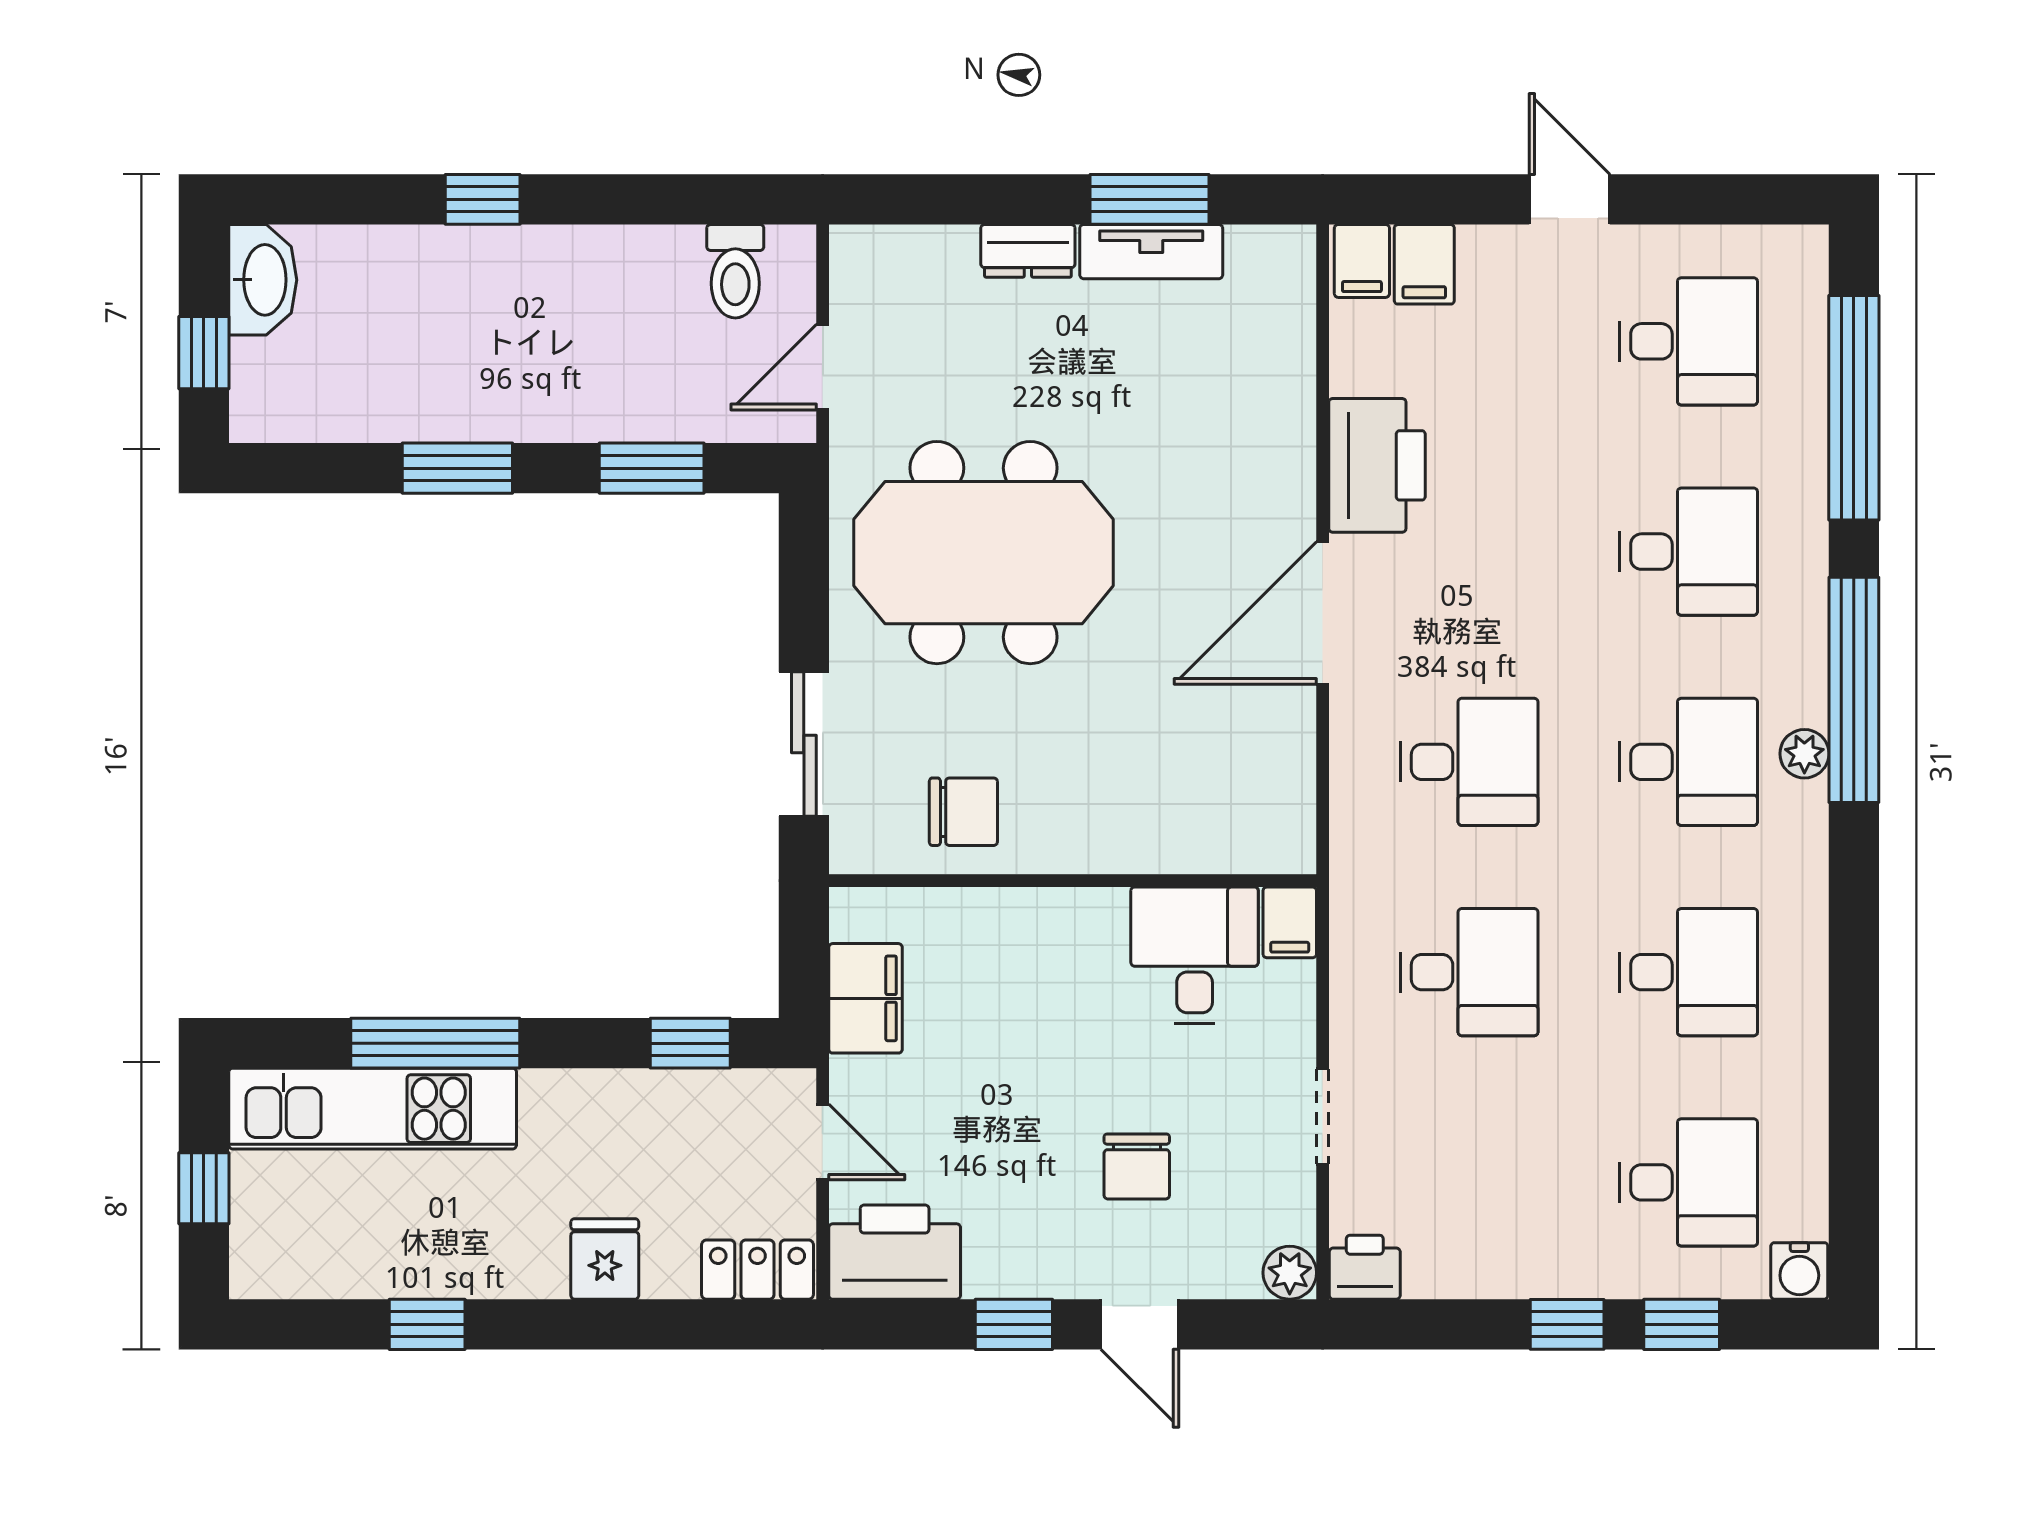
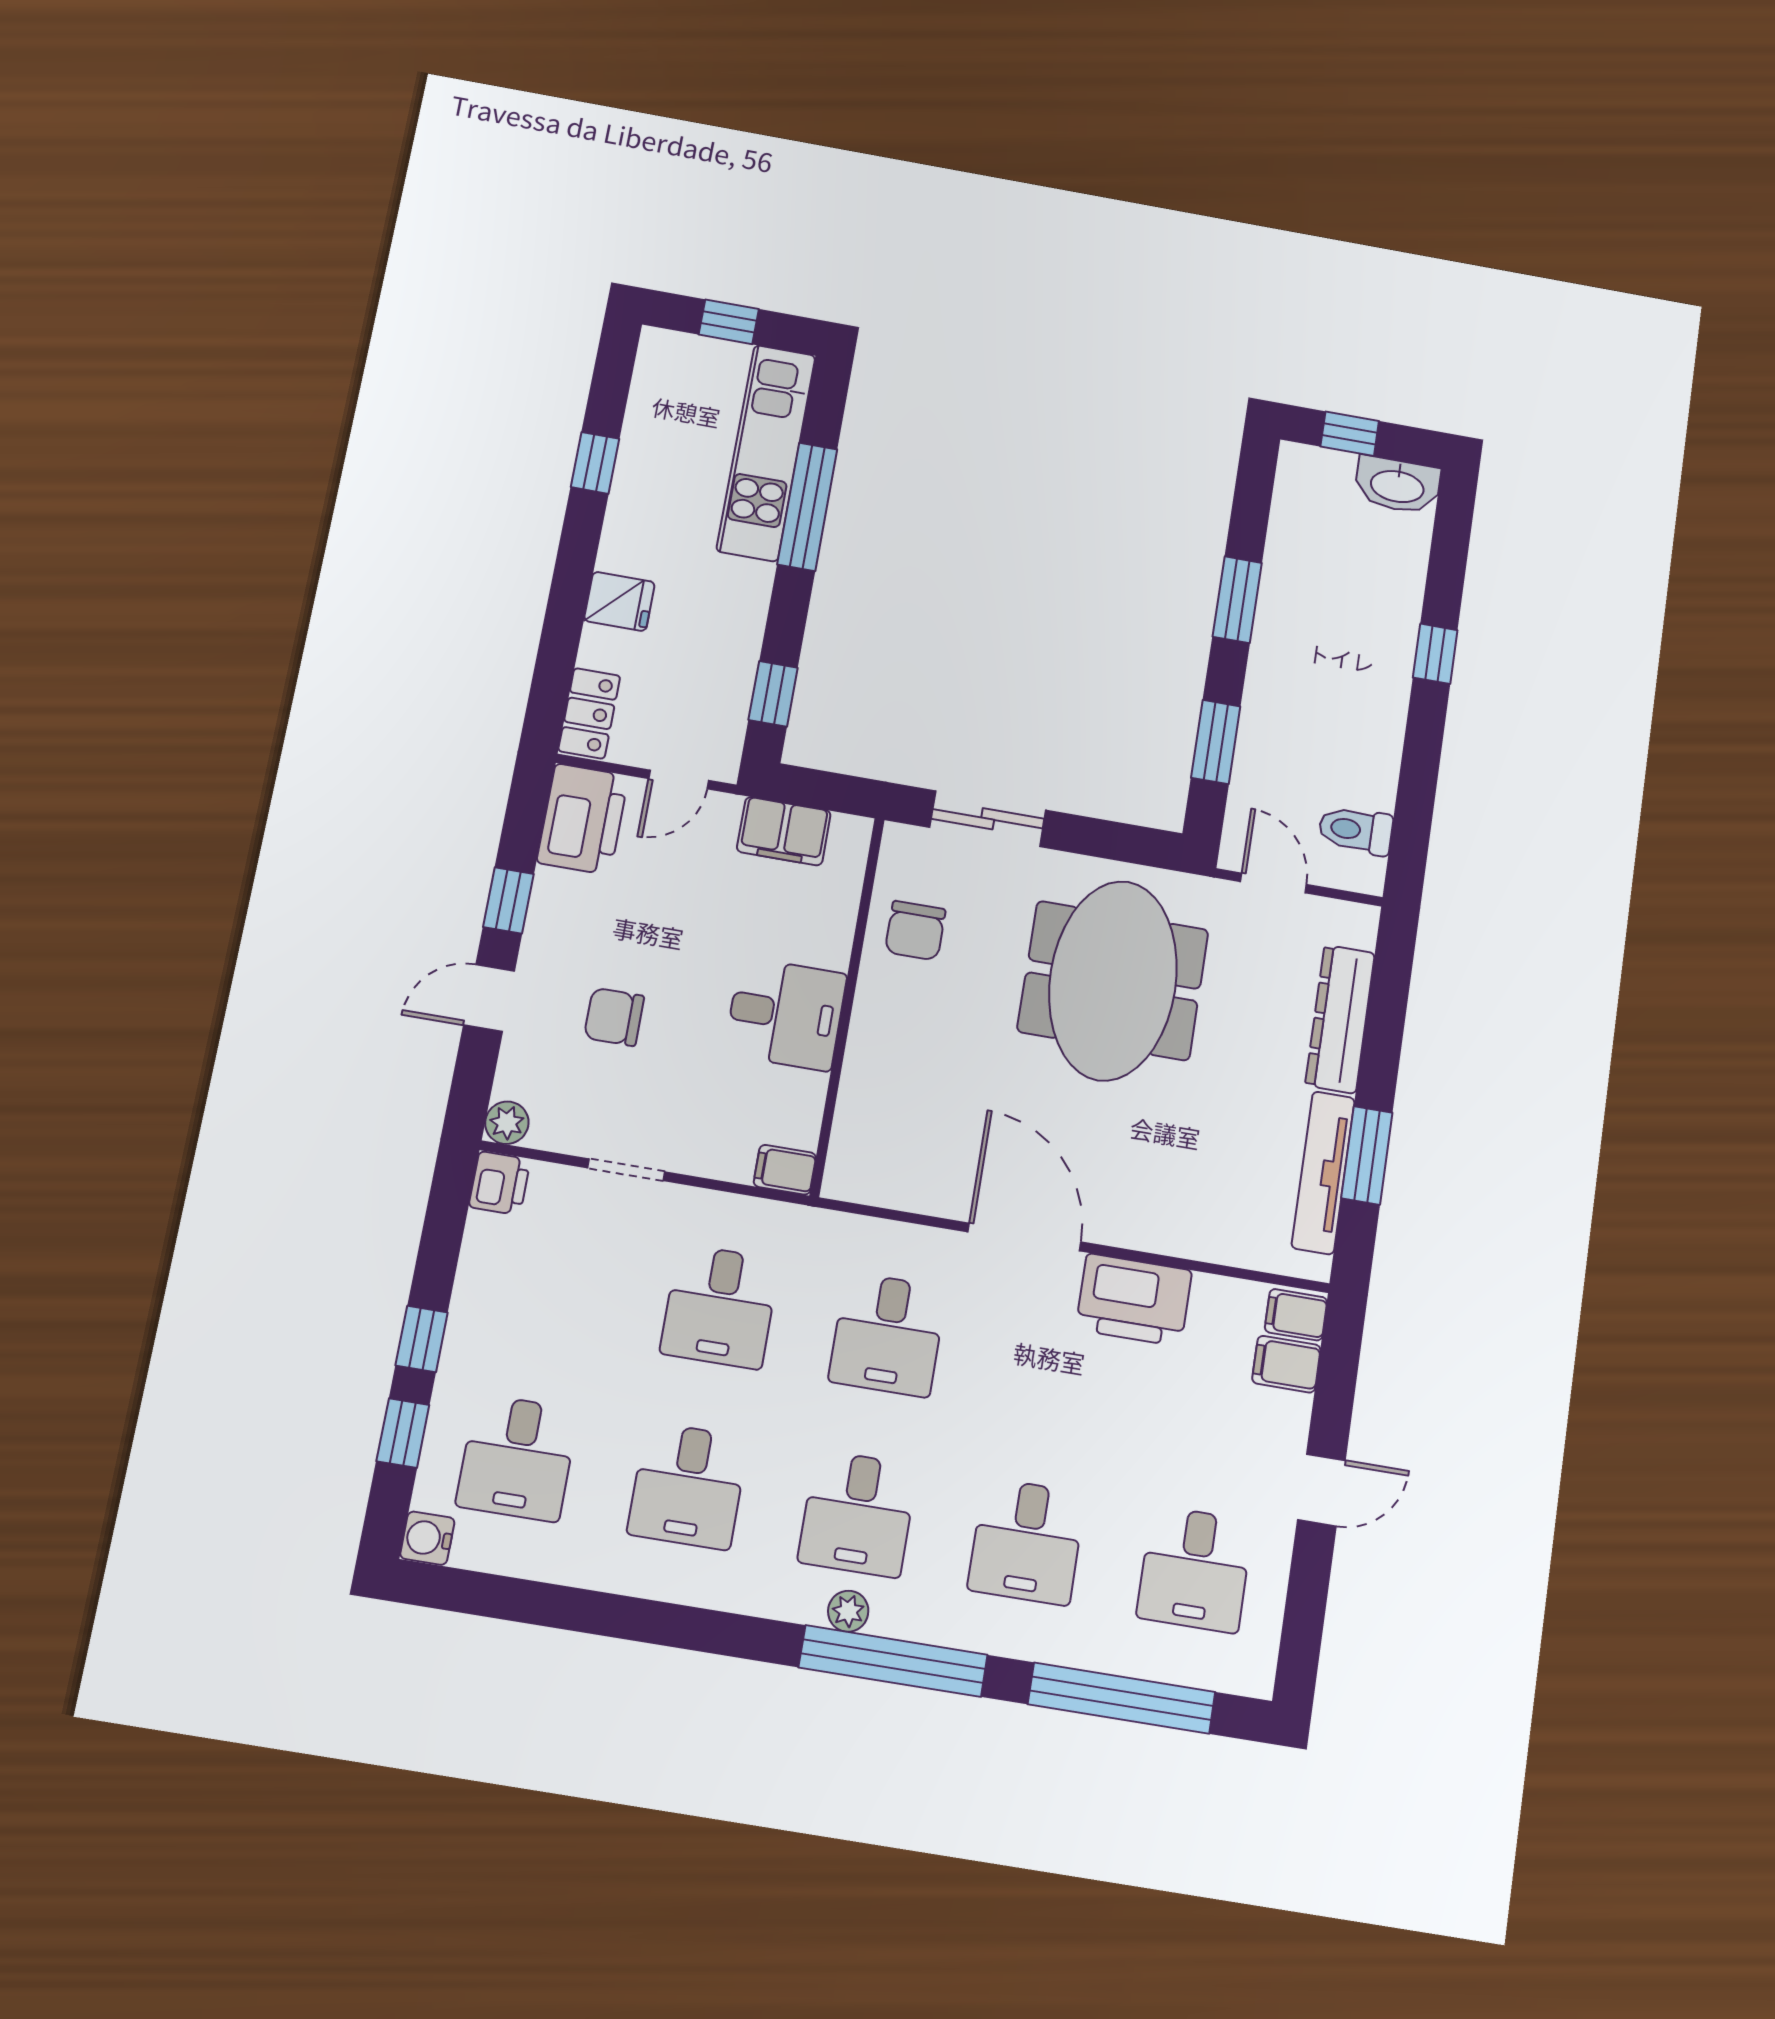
dresser: (1028, 251) -> (1340, 1019), width x1.96, depth x1.24
tv unit: (1151, 252) -> (1323, 1173), width x1.41
desk: (1195, 955) -> (786, 1014), moved

